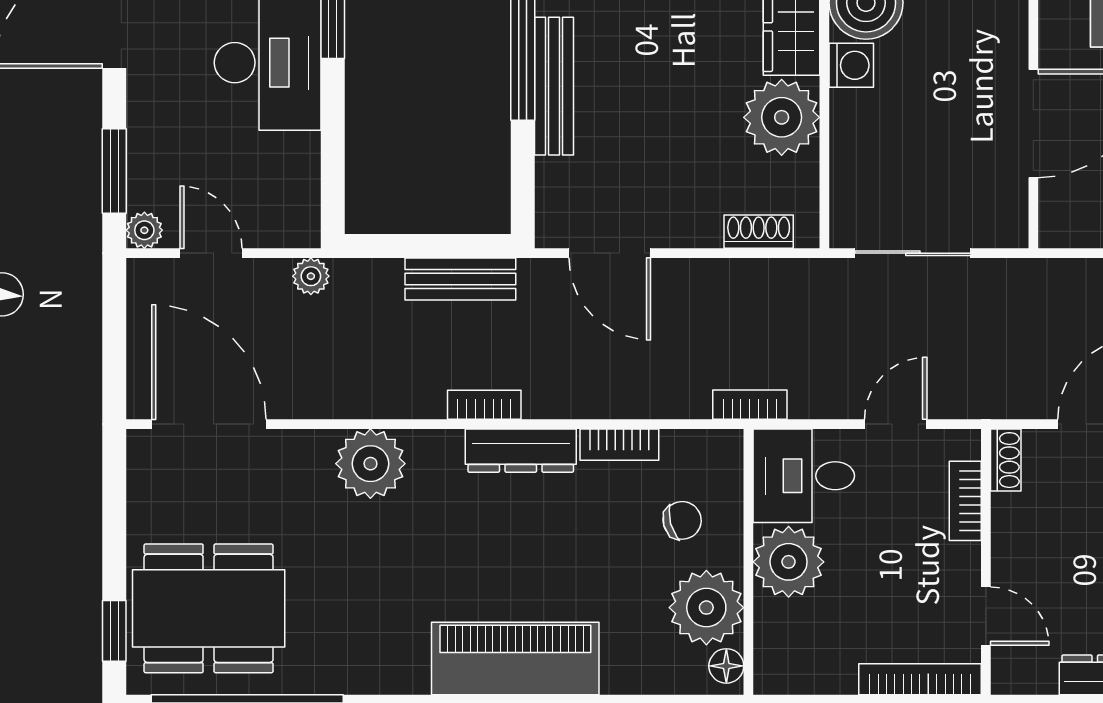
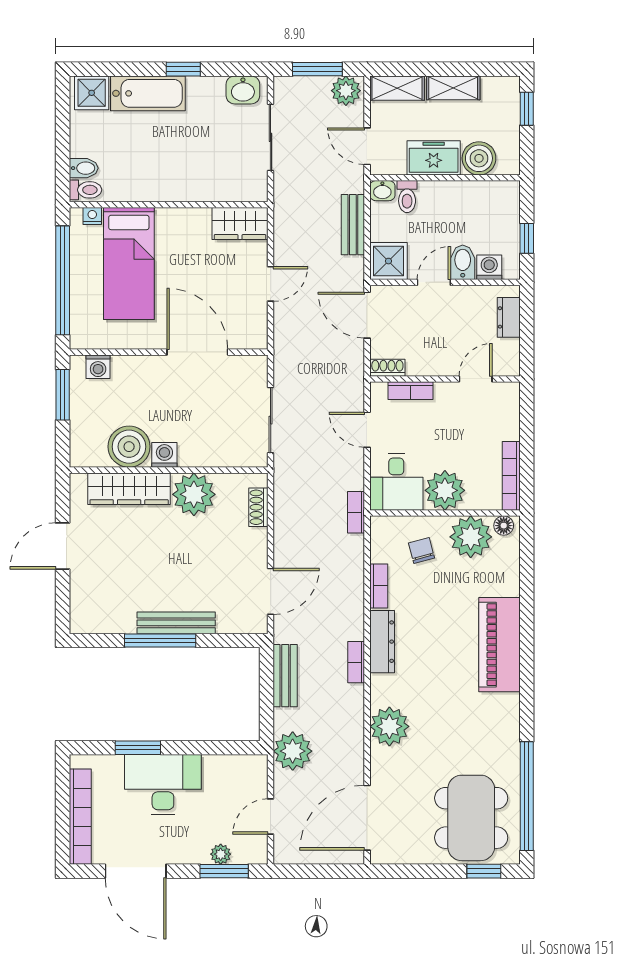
plant: (144, 230) -> (221, 854), moved
plant: (311, 276) -> (293, 751), width x1.88, depth x1.88
bookcase: (920, 679) -> (511, 476), moved

